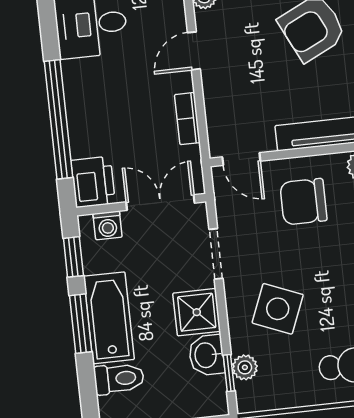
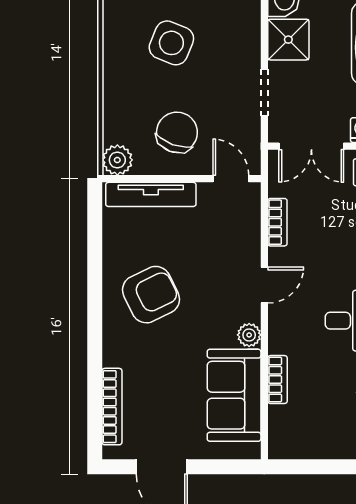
chair: (303, 202) -> (177, 132), turned -70
side table: (278, 309) -> (171, 43), moved

